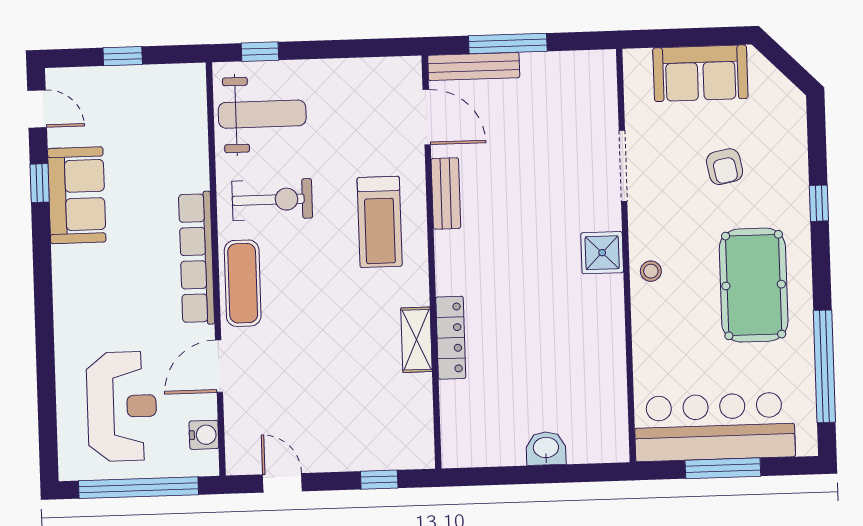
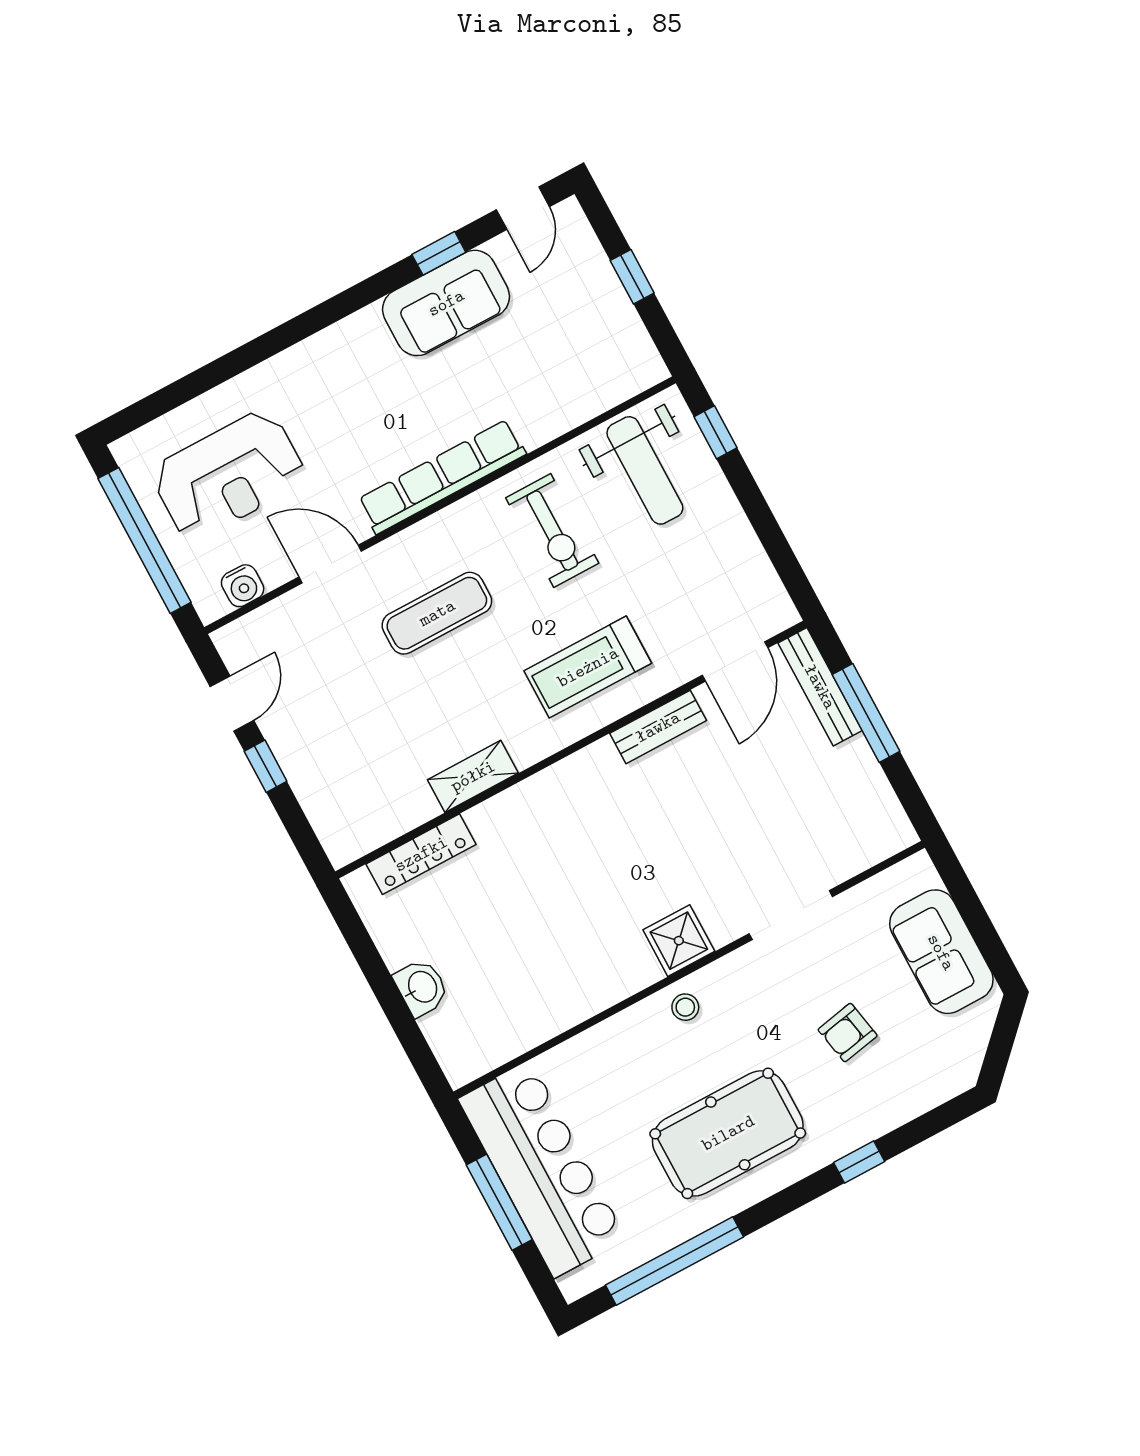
exercise mat: (243, 283) -> (437, 613), moved
locker: (451, 338) -> (421, 854), moved
window: (379, 480) -> (266, 766), moved

